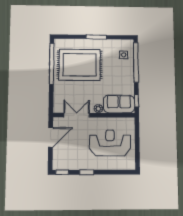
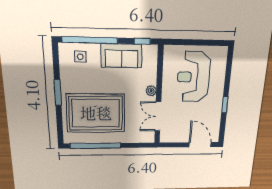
rug: (80, 65) -> (96, 113), turned 90
sofa: (119, 104) -> (122, 56), moved, turned -90
door: (51, 137) -> (200, 145), moved
window: (62, 172) -> (222, 132), removed

